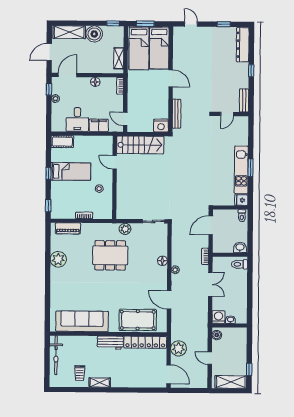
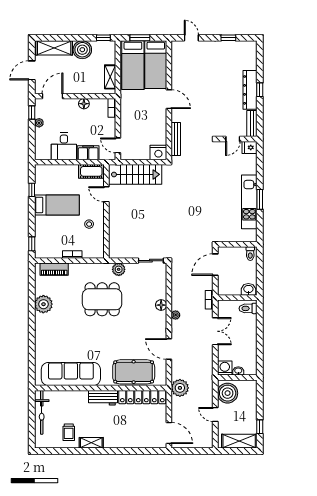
dresser: (243, 45) -> (250, 90), moved
cot: (62, 142) -> (91, 171), moved
window: (48, 173) -> (32, 190), moved
fridge: (241, 200) -> (250, 147), moved
boiler: (217, 335) -> (228, 393), width x1.86, depth x1.86
plant: (179, 348) -> (180, 388), moved

